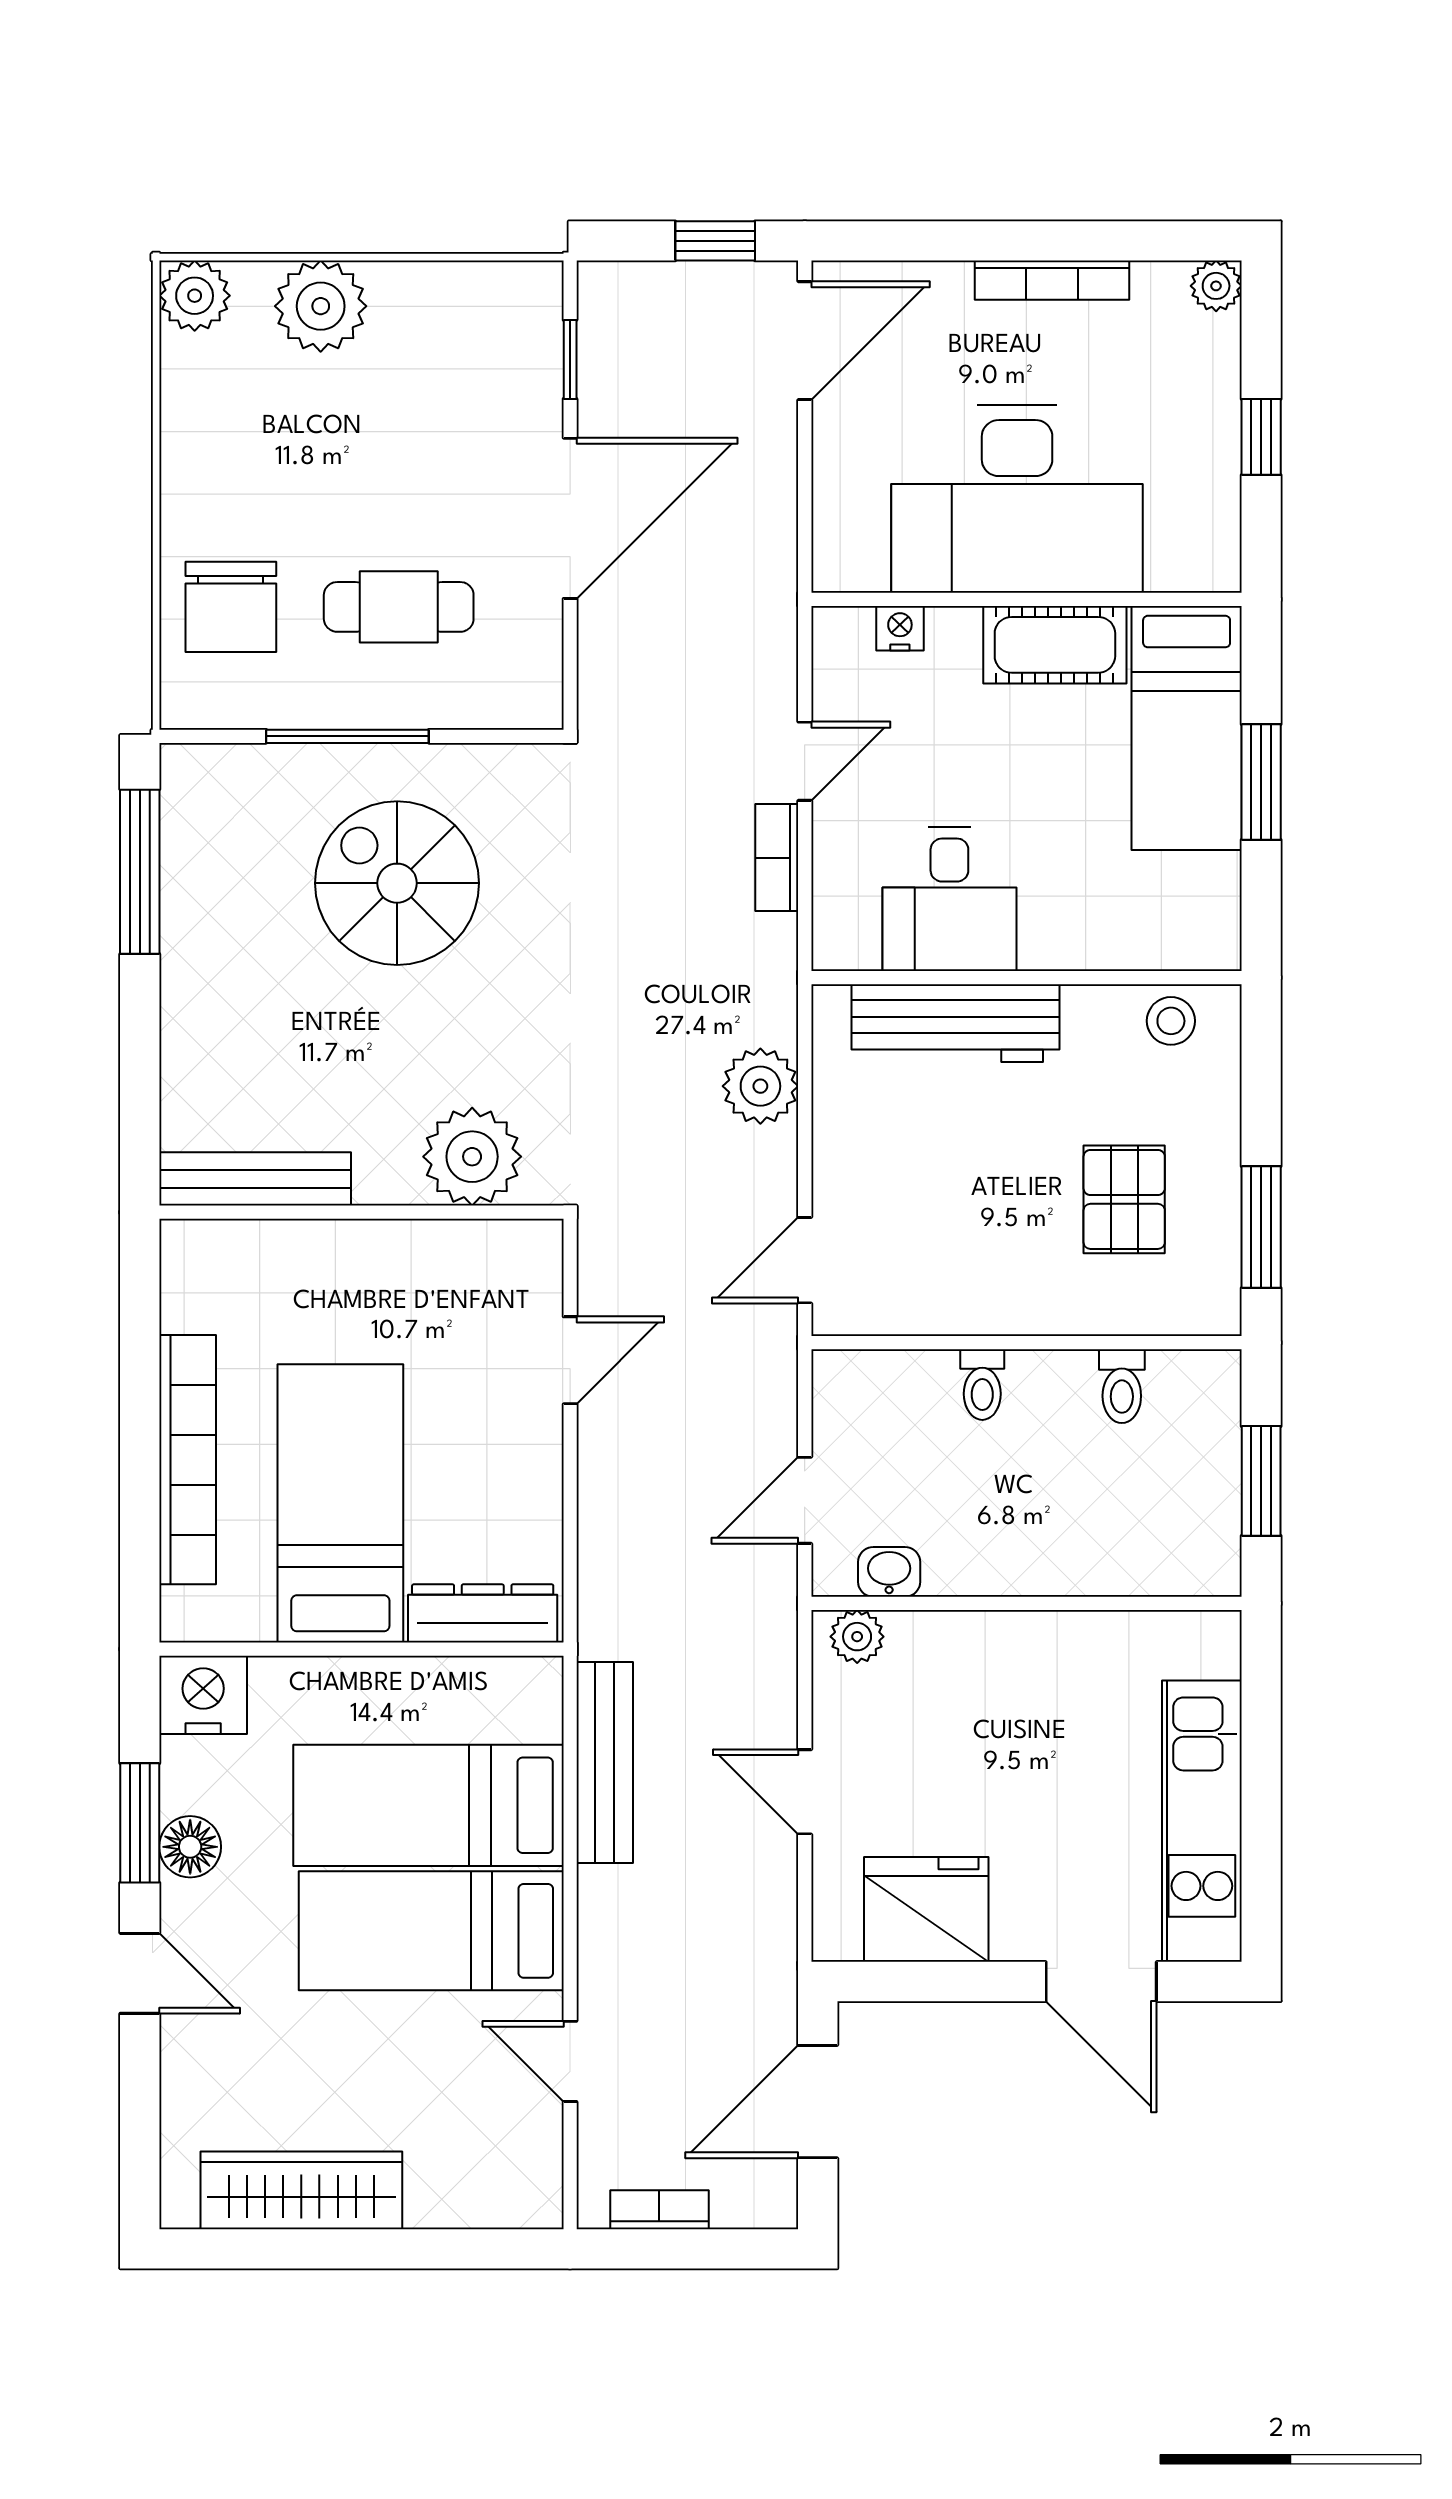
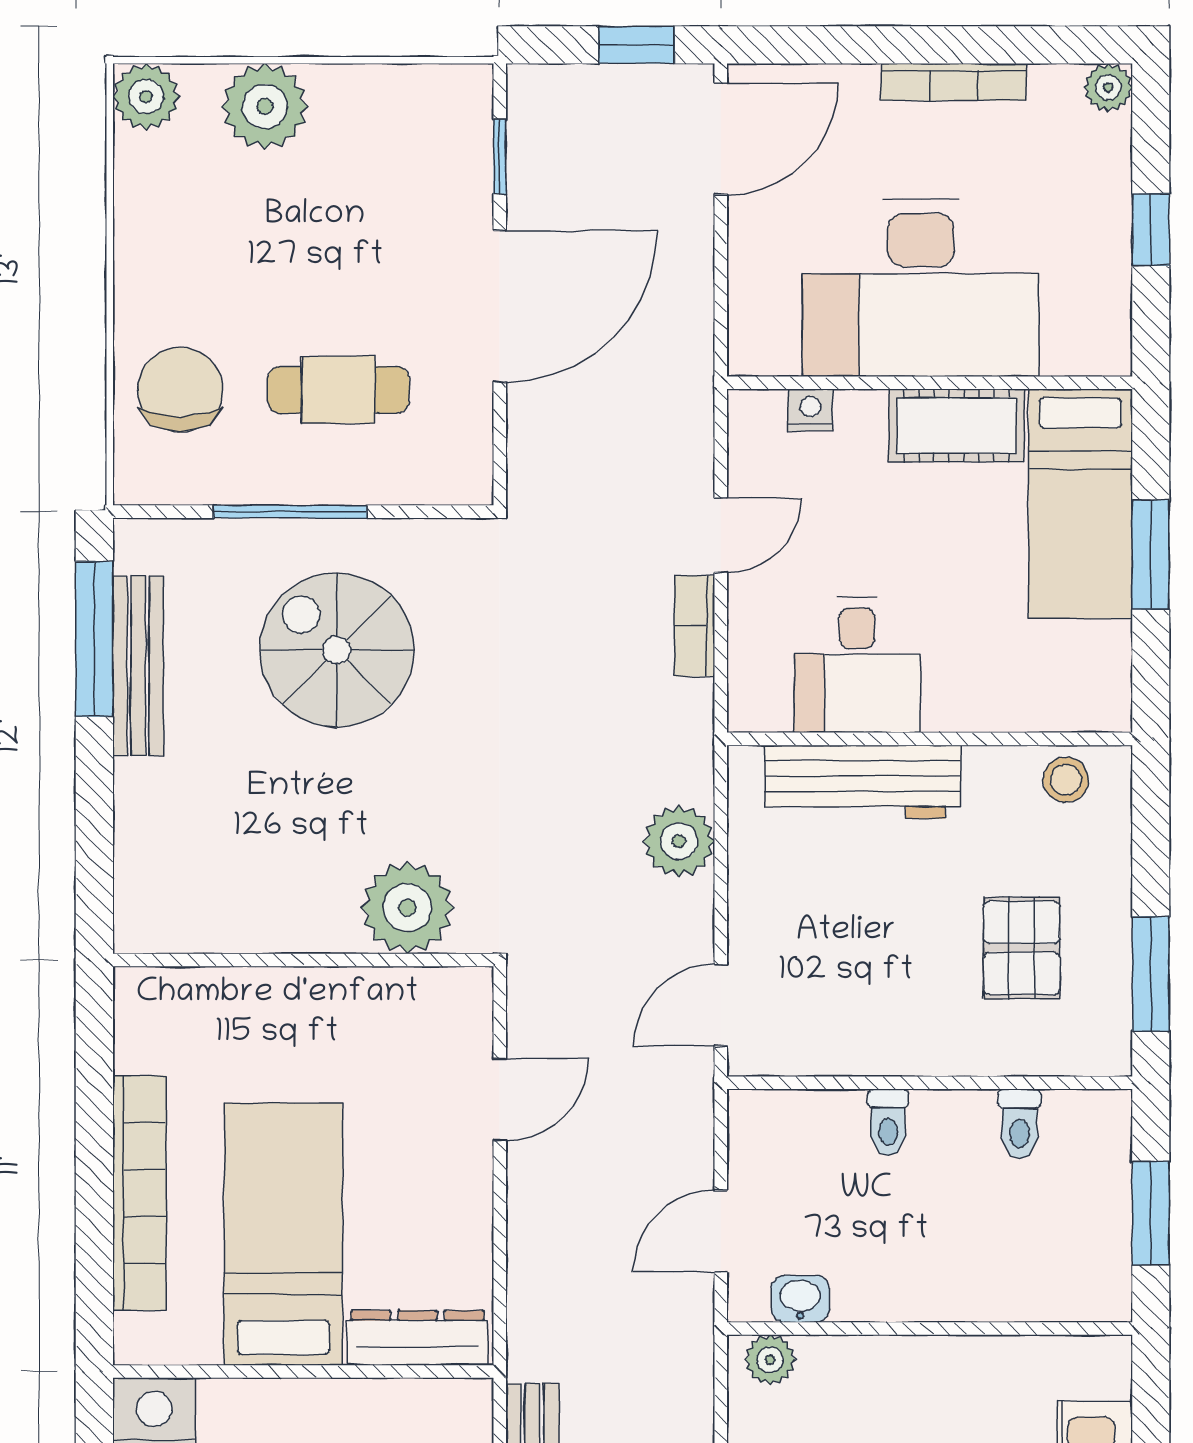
chair: (231, 607) -> (180, 390), turned 180
bench: (255, 1179) -> (138, 666), moved, turned 90

